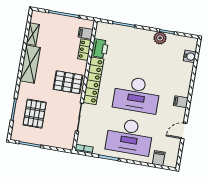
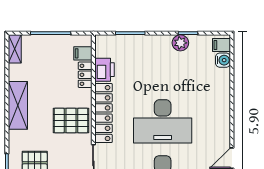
shelving: (33, 34) -> (15, 49), moved
filing cabinet: (181, 102) -> (222, 45), moved

